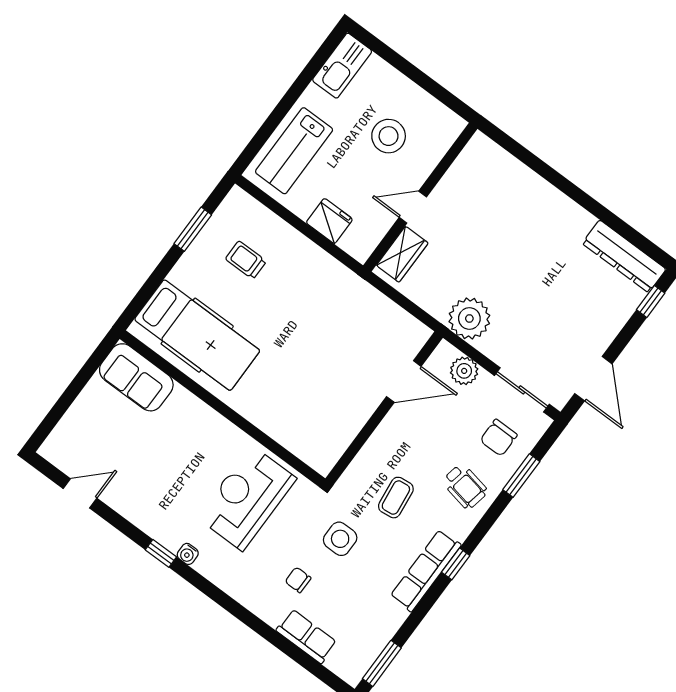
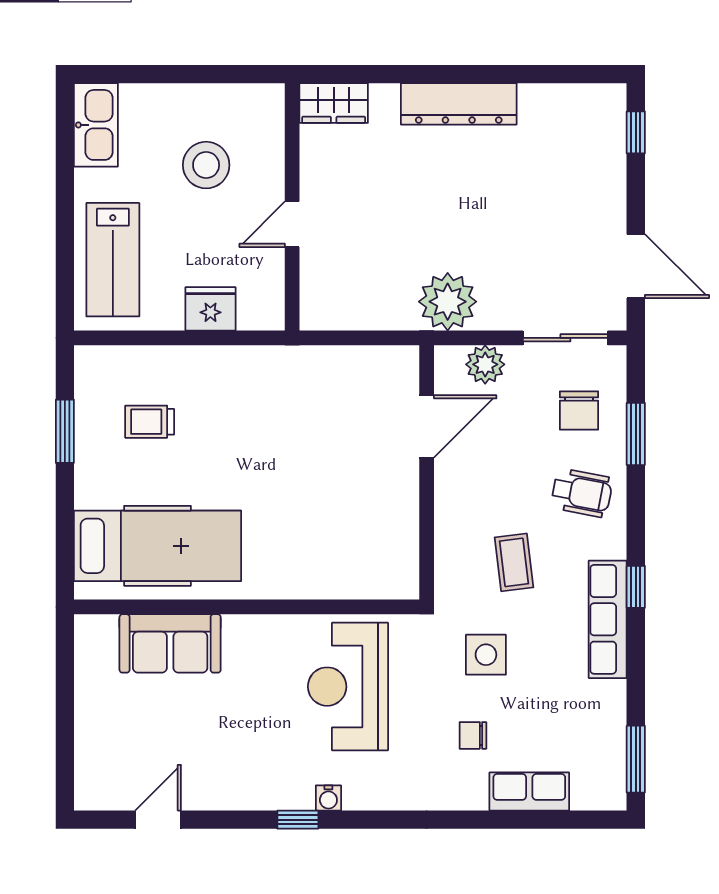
wardrobe: (402, 254) -> (334, 103), moved, turned 90
dresser: (624, 256) -> (459, 104), moved
sofa: (136, 377) -> (170, 643), moved

